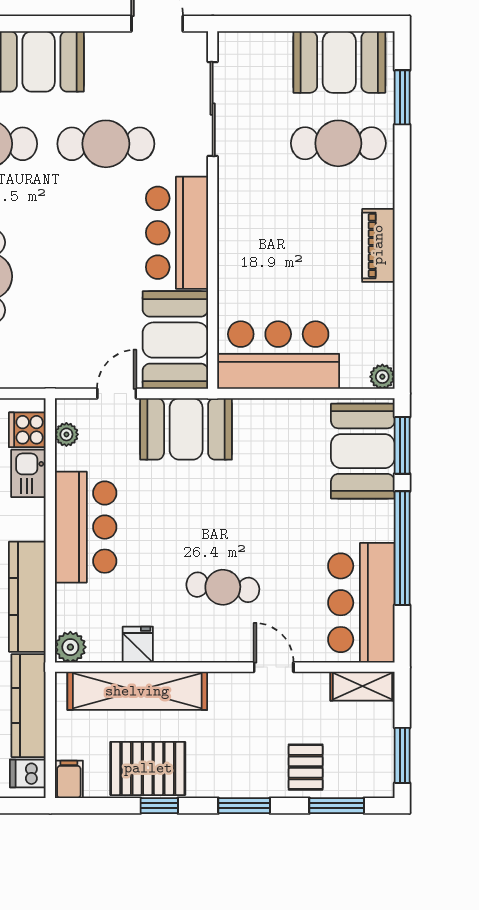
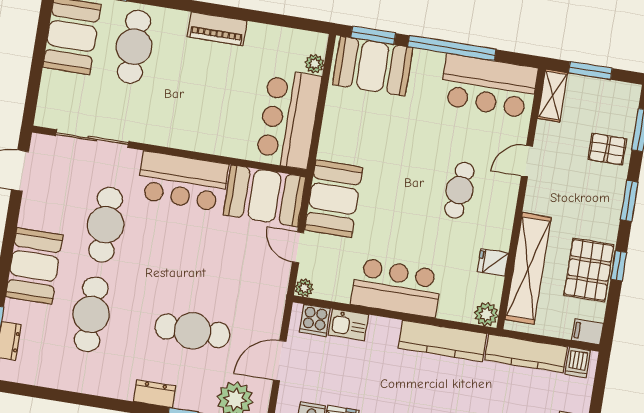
plant: (382, 377) -> (315, 64), moved
plant: (66, 434) -> (304, 288), moved
window: (402, 755) -> (590, 70), moved

